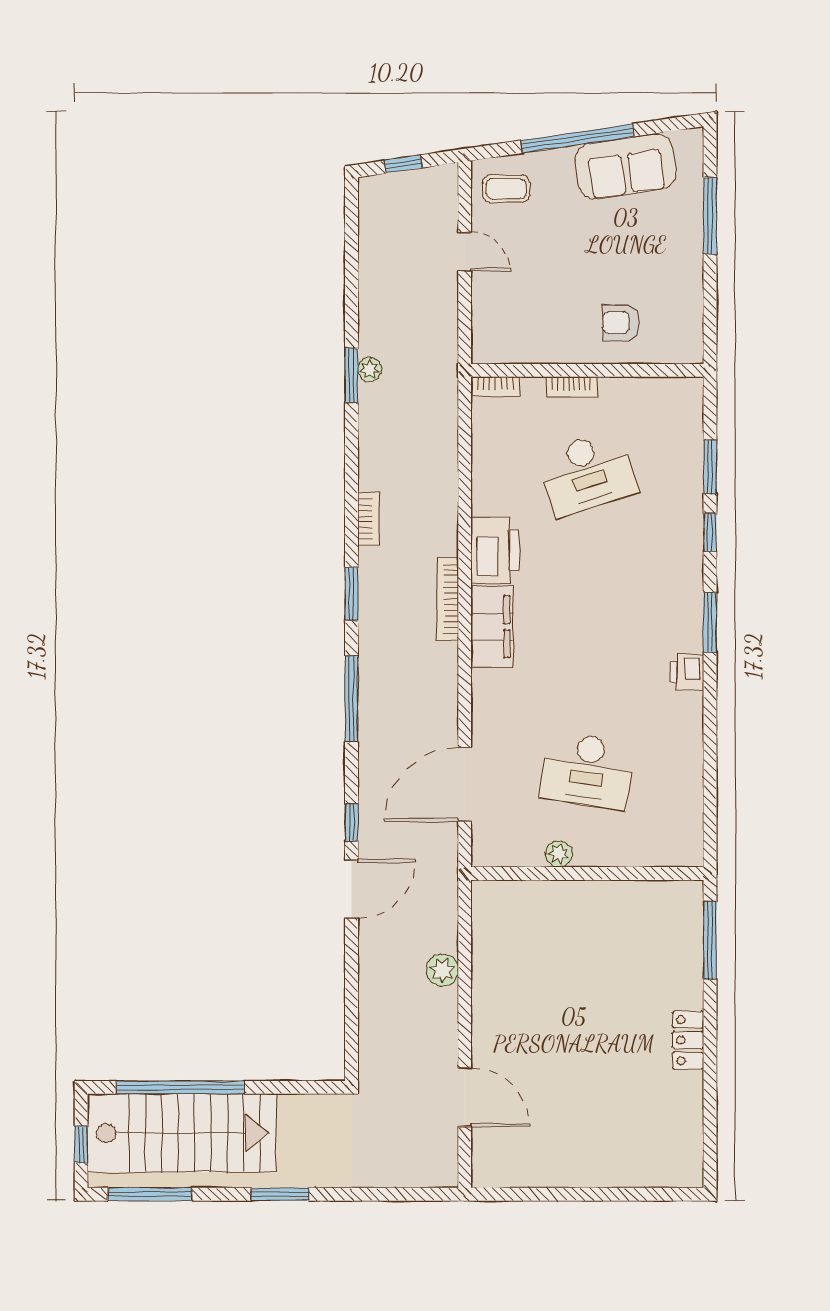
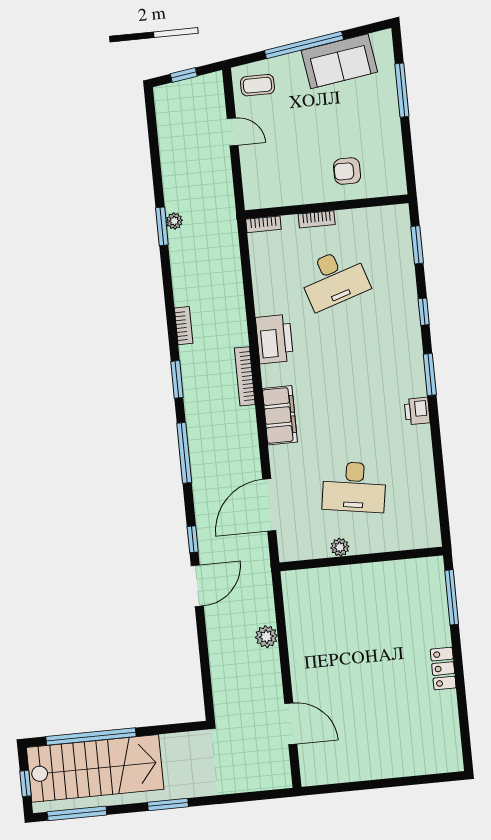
window: (710, 467) -> (417, 245), moved
filing cabinet: (492, 627) -> (280, 415), moved

